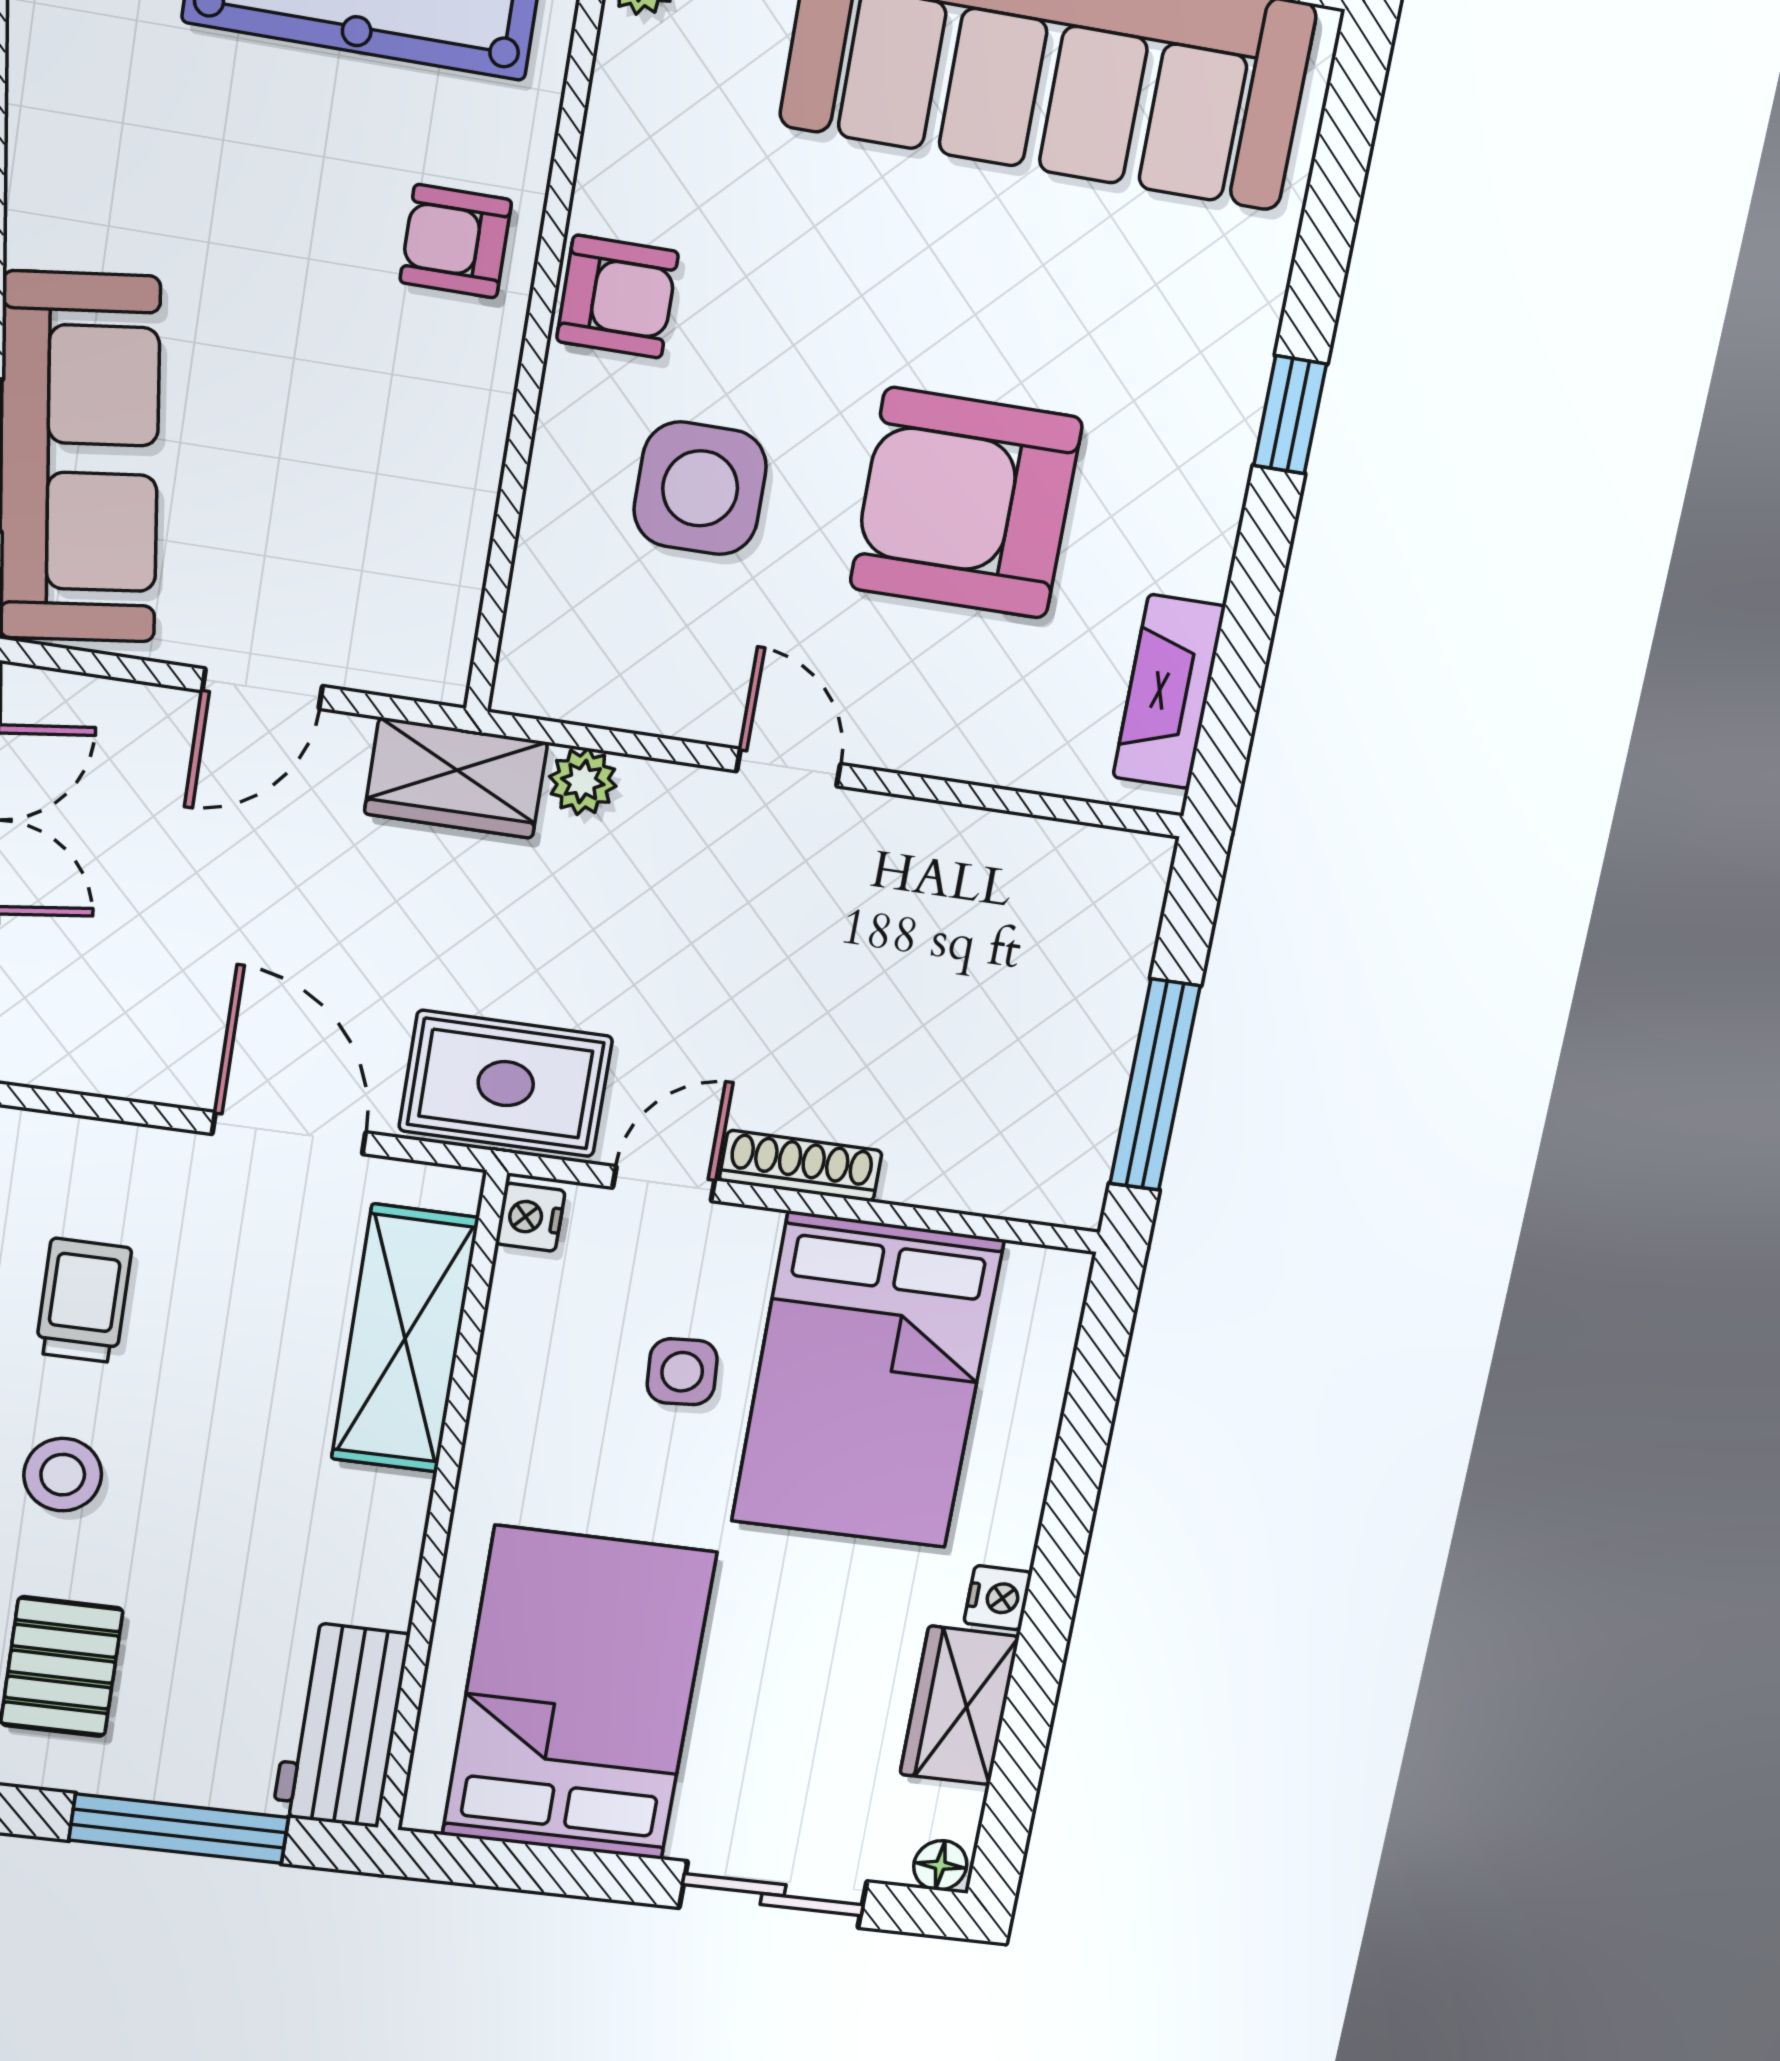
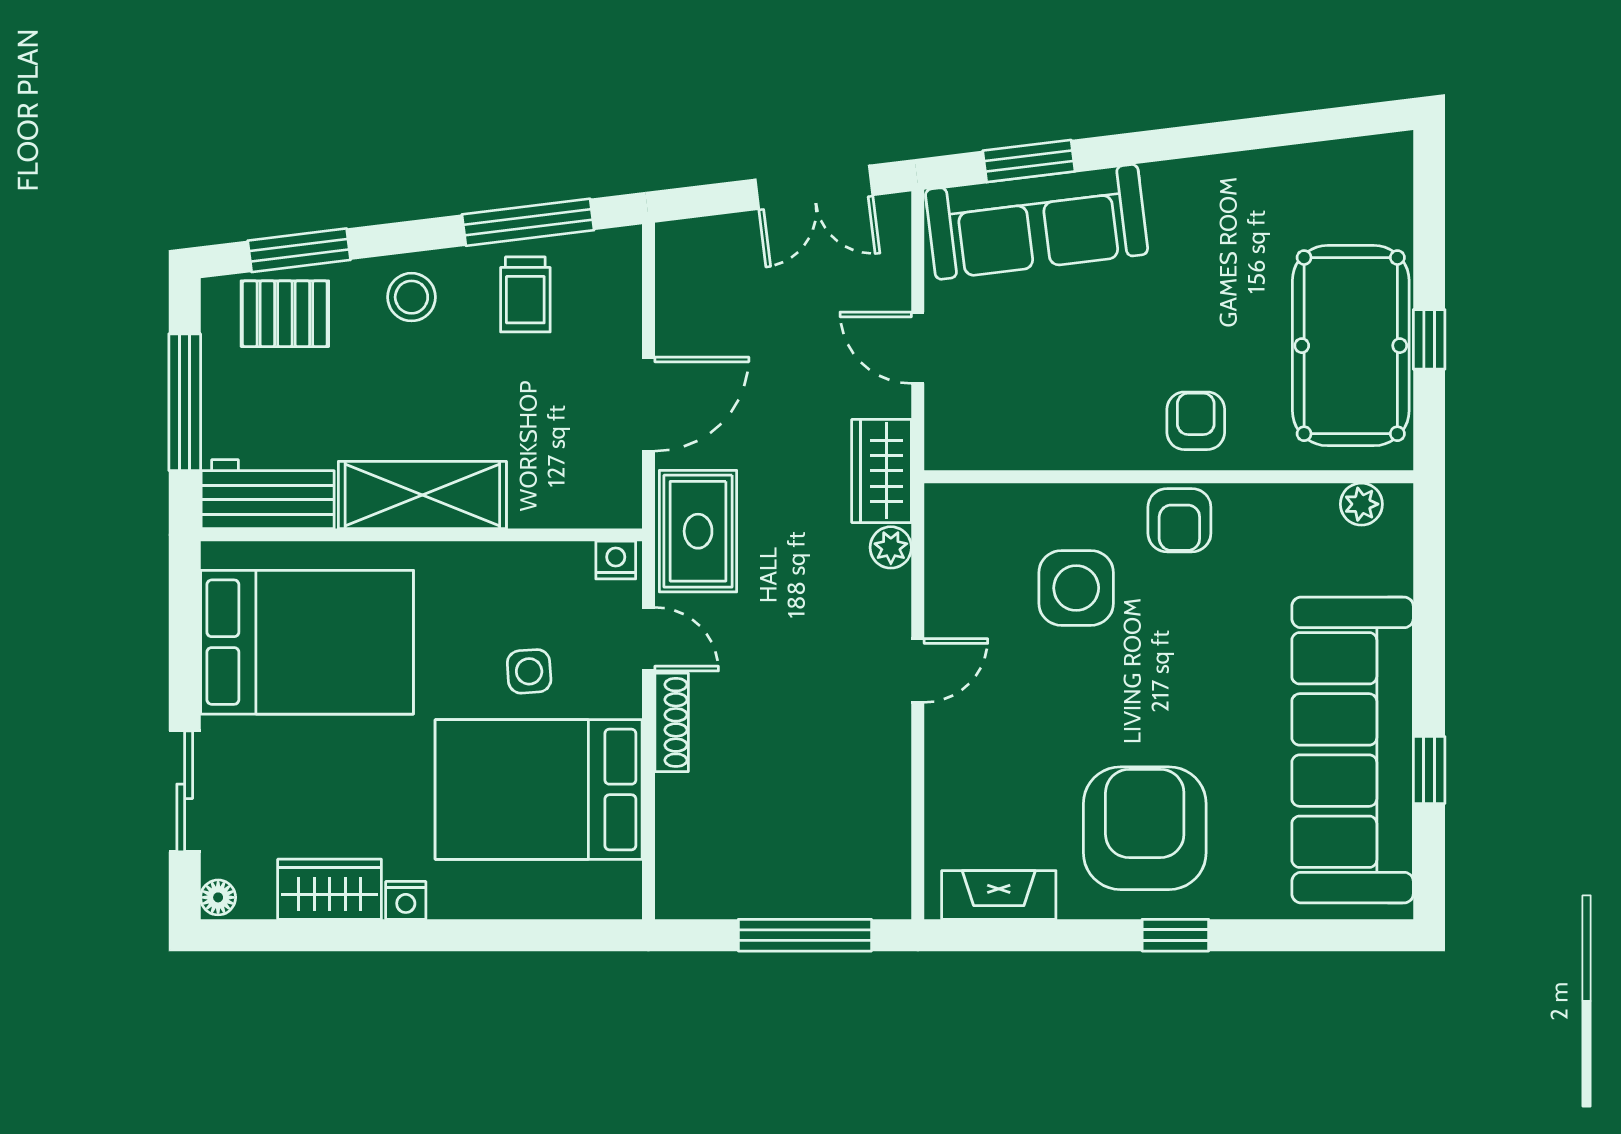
armchair: (966, 503) -> (1145, 828), moved
window: (1155, 1085) -> (805, 935), moved
trolley: (83, 1301) -> (525, 294), turned 90
shelving: (405, 1339) -> (422, 495), moved

